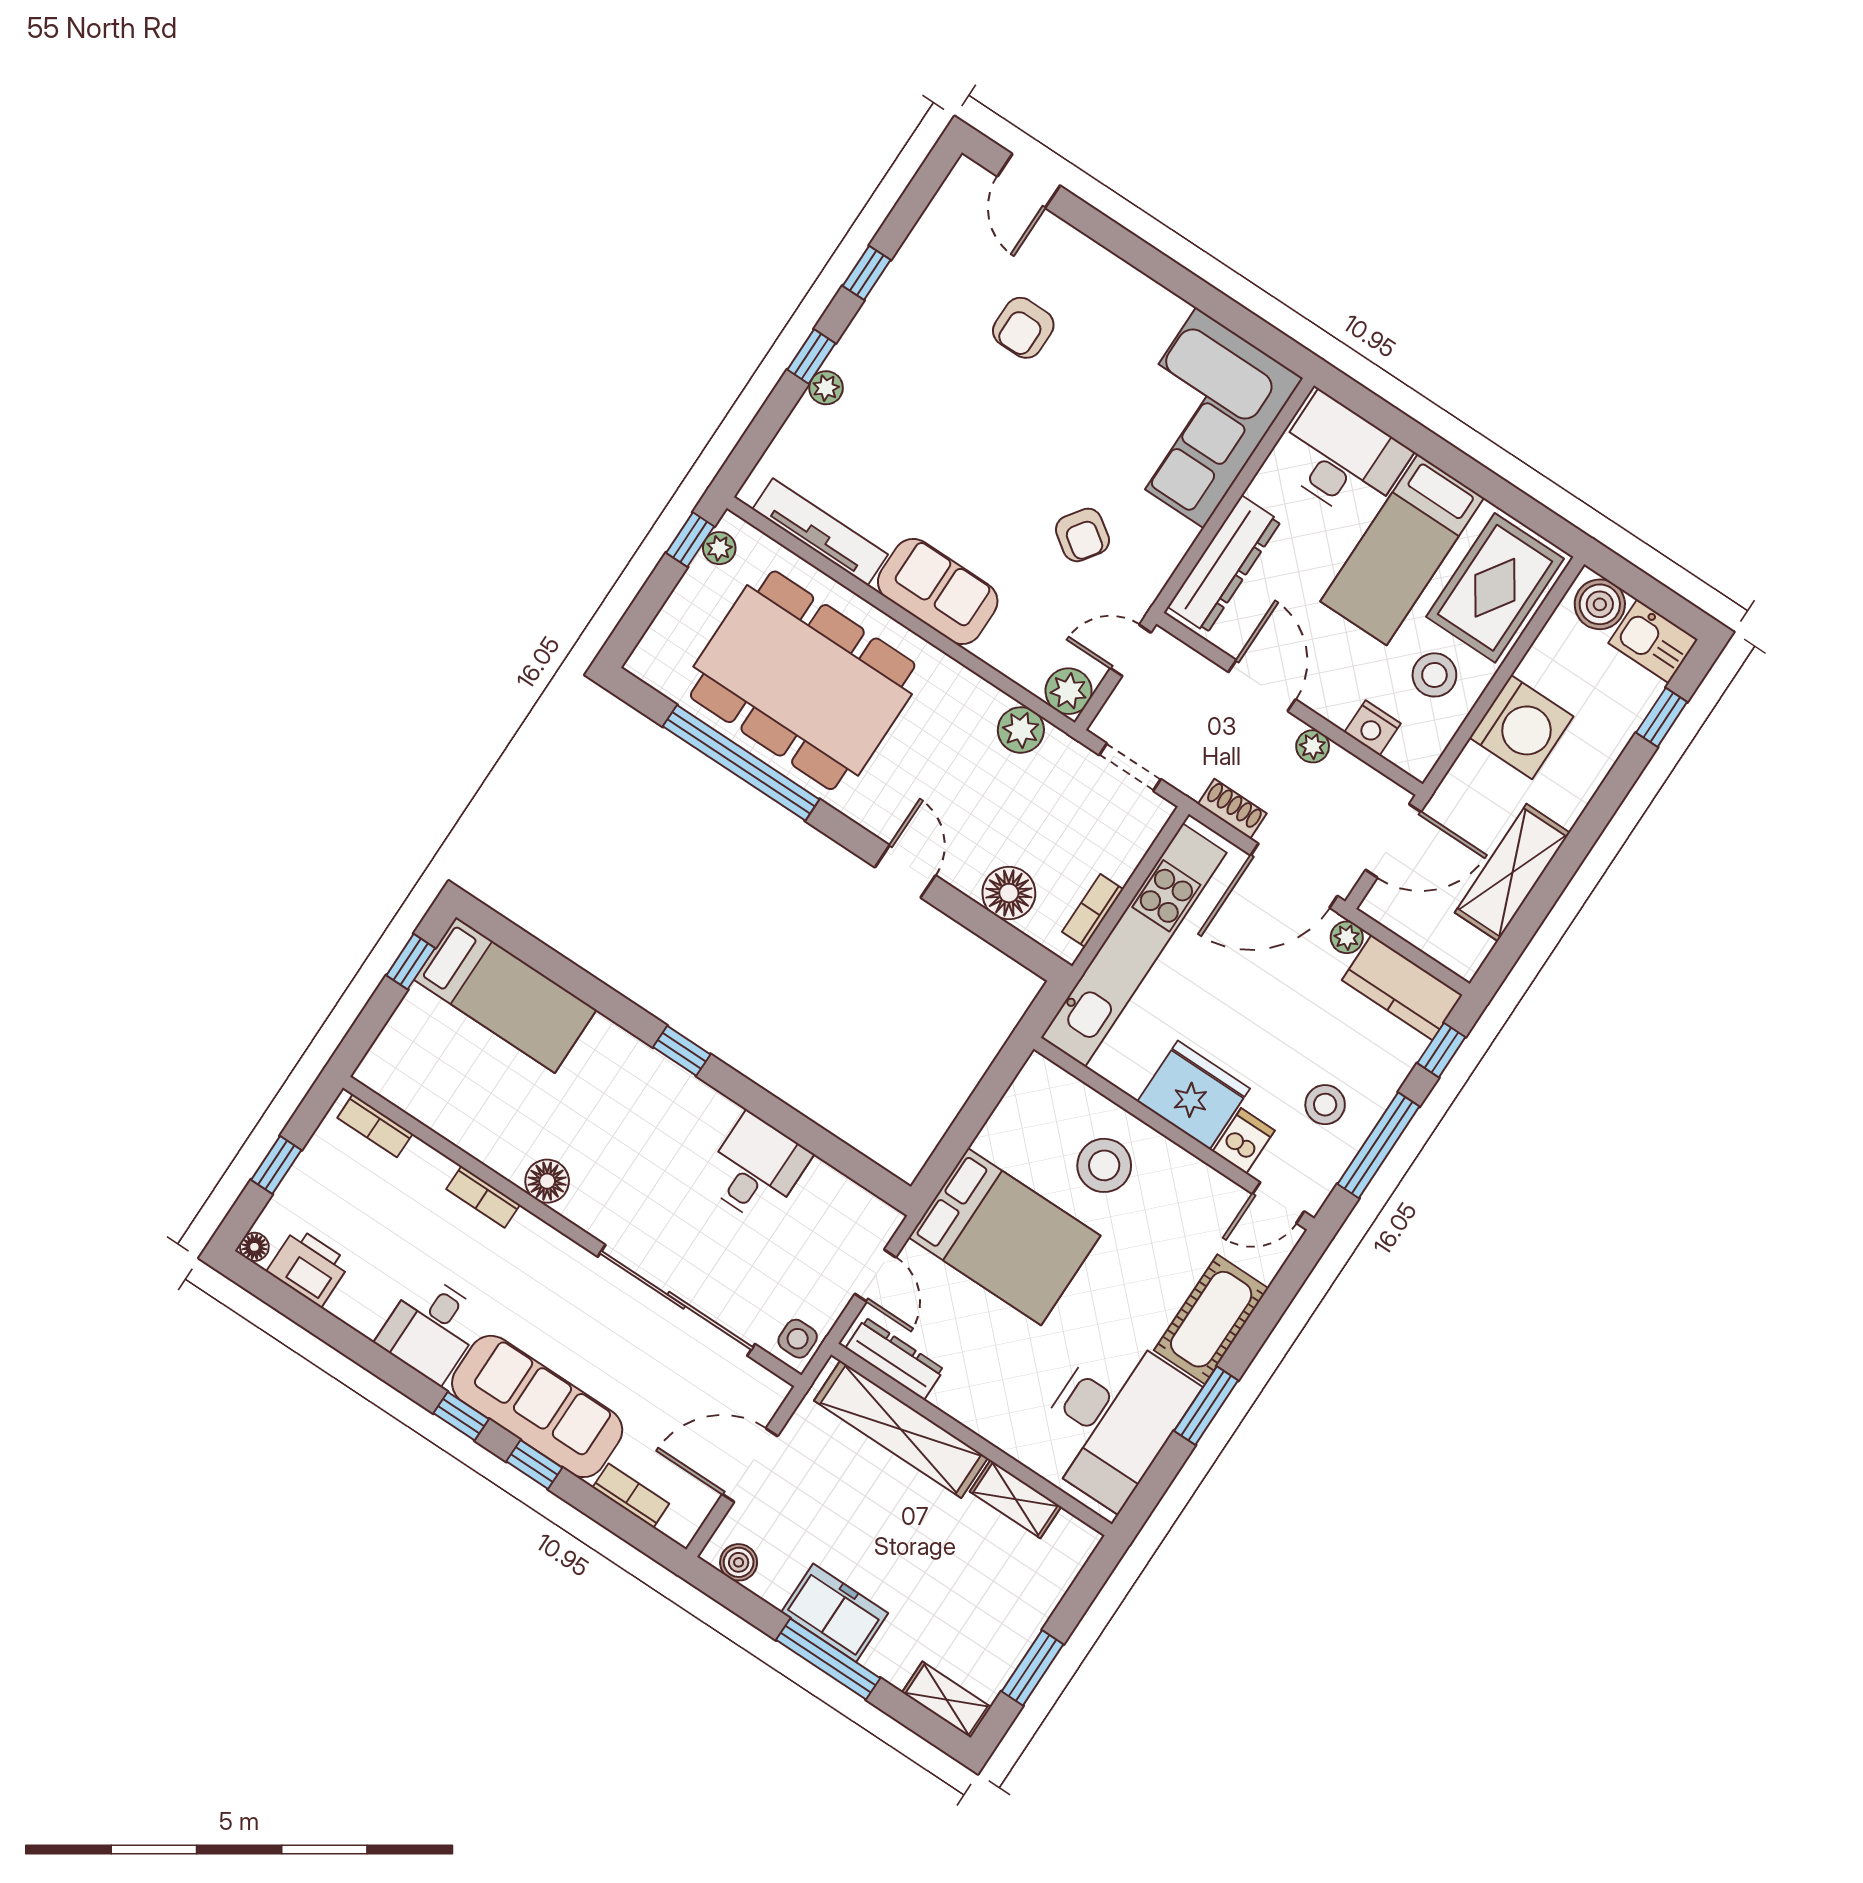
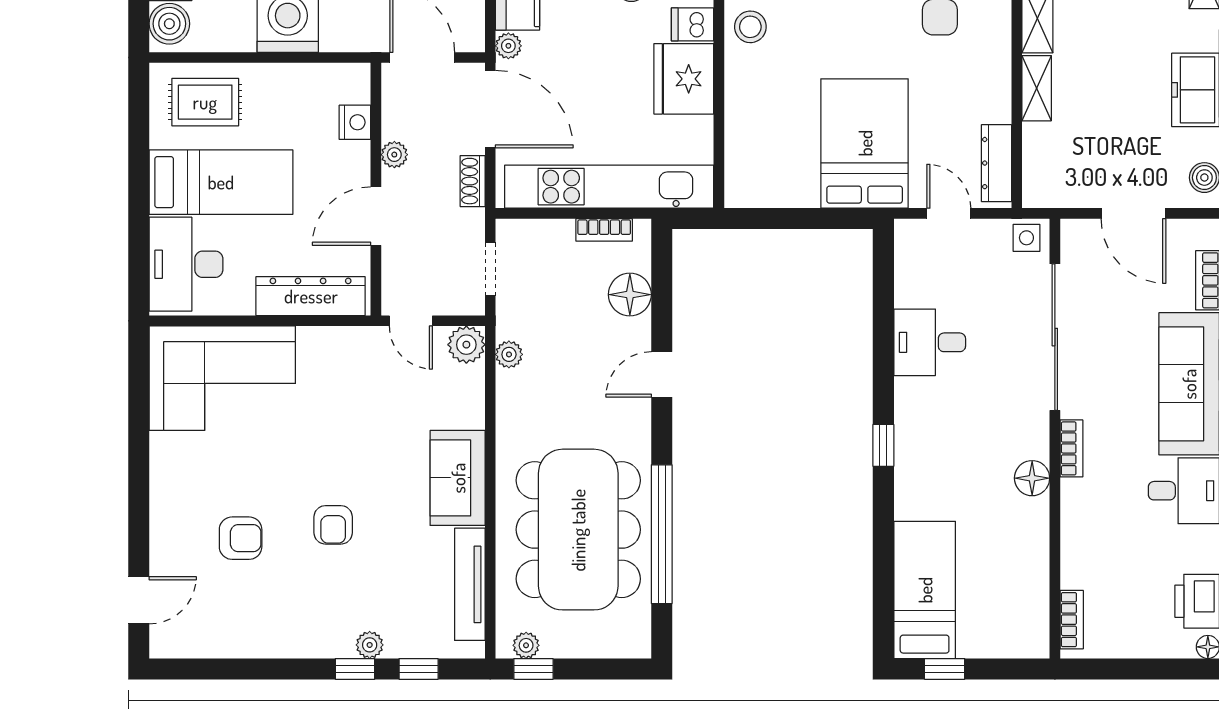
window: (867, 273) -> (419, 669), moved
armchair: (1082, 535) -> (333, 525), moved, turned 145
rug: (1495, 588) -> (205, 102), width x0.73, depth x0.70
stool: (1434, 675) -> (291, 104), removed
plant: (1021, 730) -> (509, 354), width x0.73, depth x0.73
window: (276, 1165) -> (1142, 669), removed
stool: (1104, 1165) -> (750, 27), moved, width x0.73, depth x0.73
bookcase: (483, 1197) -> (1071, 448), moved
door: (875, 1276) -> (949, 213), hinge flipped
shelving: (901, 1429) -> (1037, 88), width x0.45, depth x0.75

